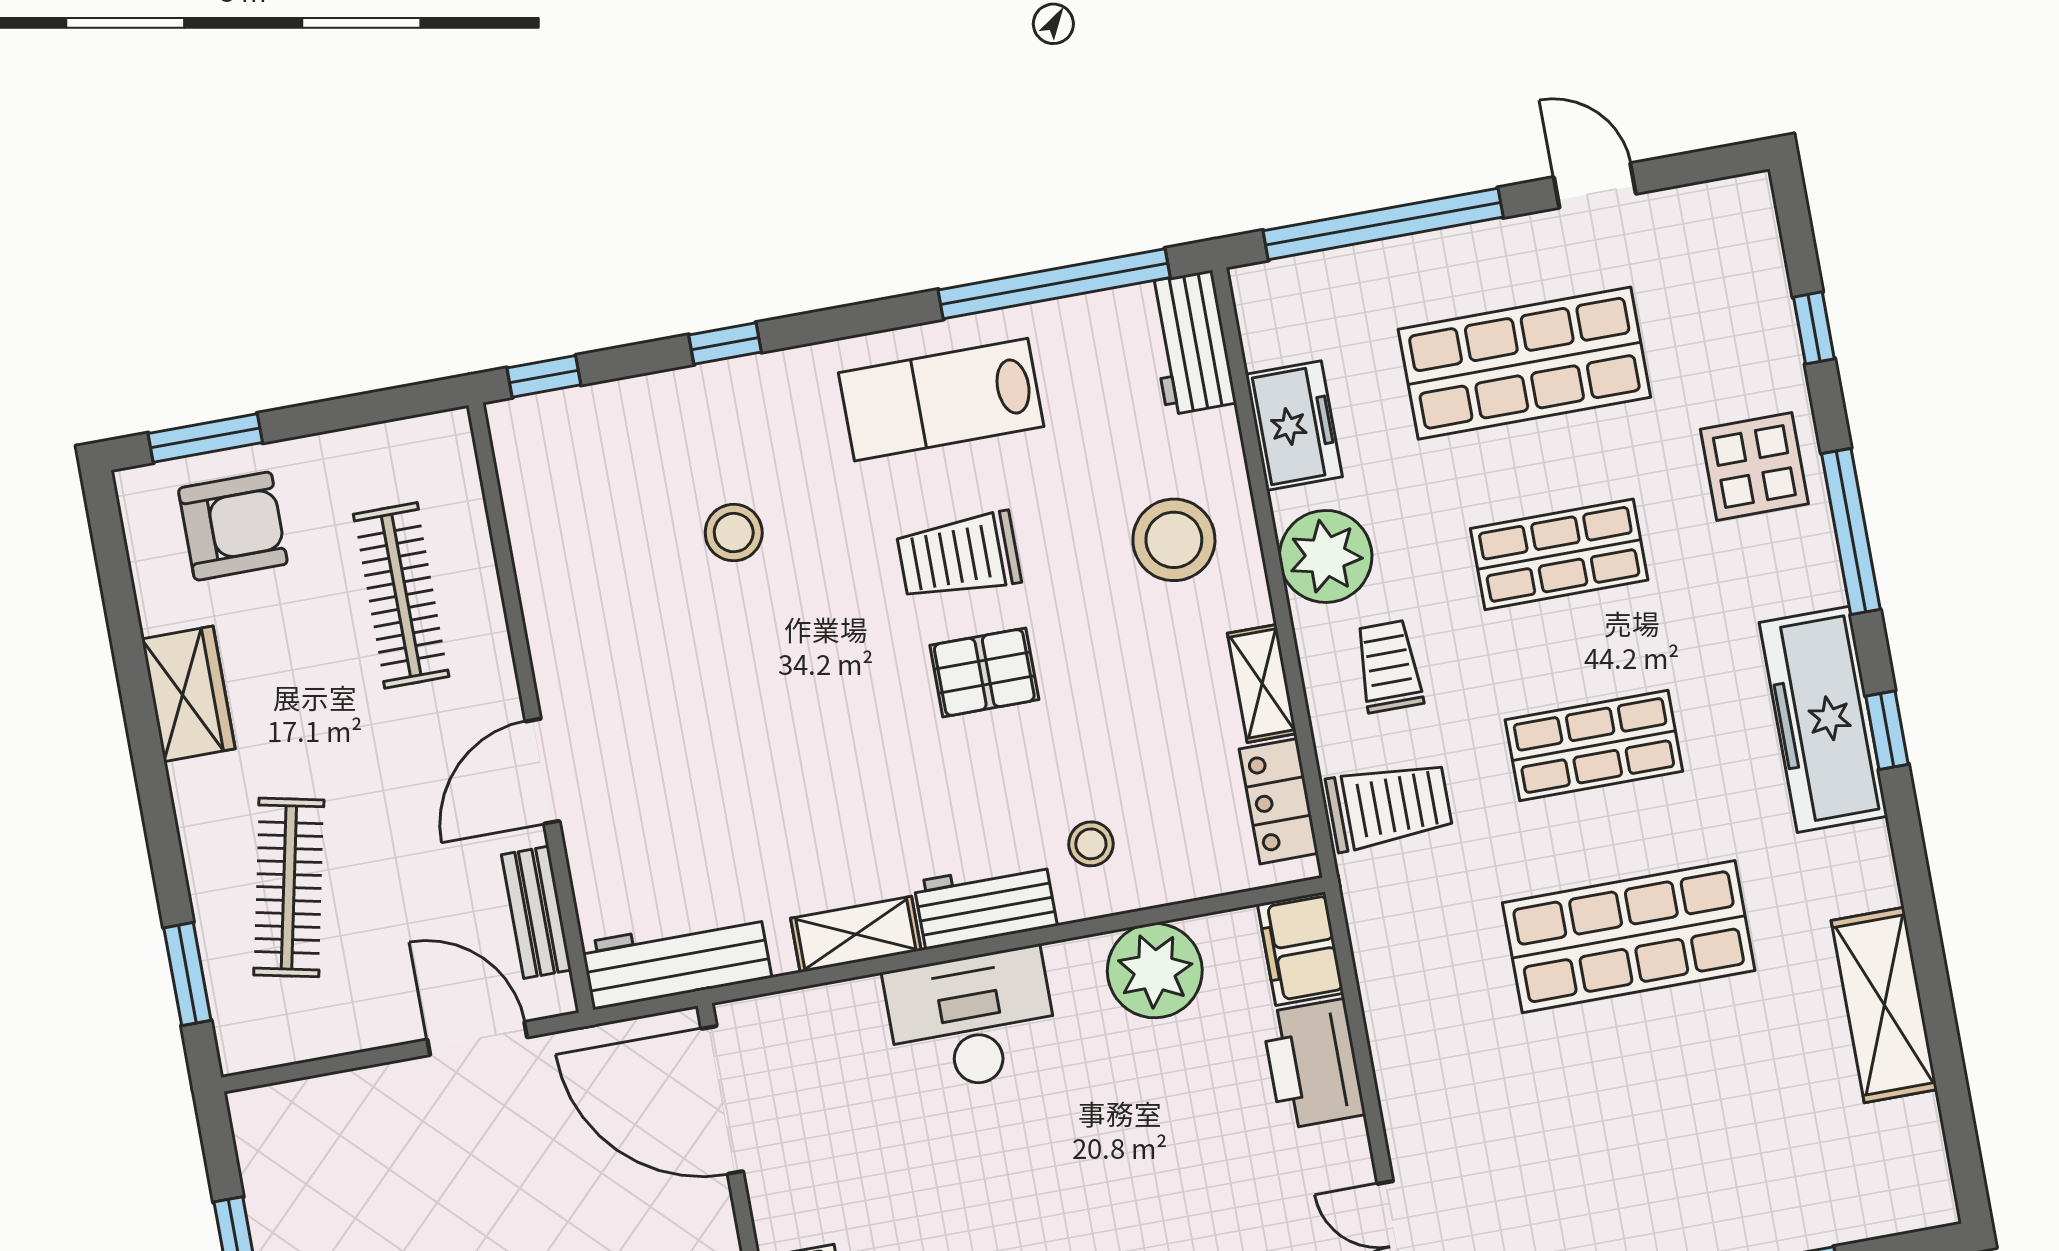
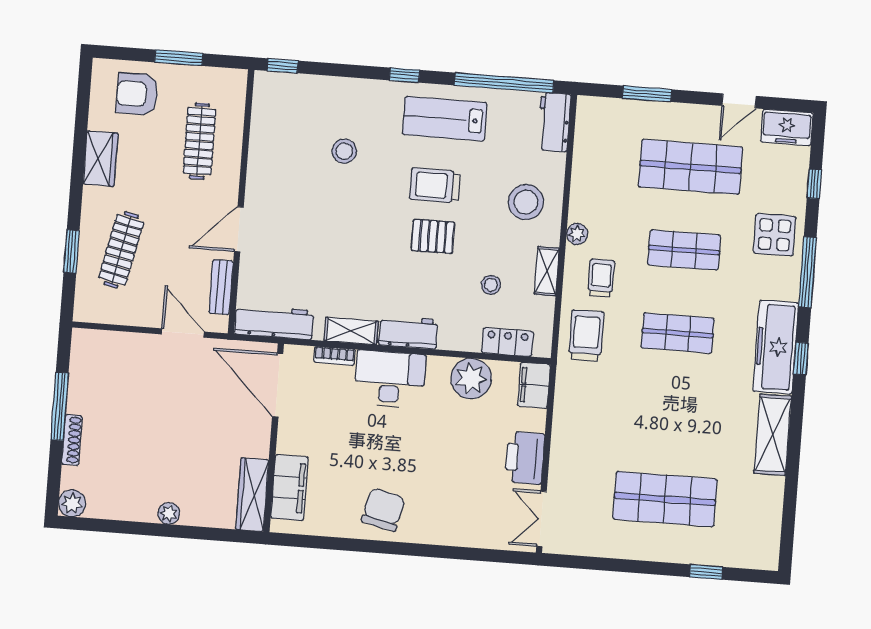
door: (1595, 185) -> (739, 101), swing flipped
window: (1383, 224) -> (647, 94), width x0.47
window: (725, 344) -> (404, 75), moved
freezer: (1294, 426) -> (787, 127), moved, turned 90
window: (205, 438) -> (179, 58), moved
armchair: (233, 526) -> (137, 94), turned 180
plant: (1326, 556) -> (577, 234), width x0.53, depth x0.53
locker: (1279, 801) -> (508, 342), moved, turned 90
trolley: (1389, 806) -> (586, 336), turned -90
stool: (1091, 844) -> (491, 285), moved
shop shelf: (1629, 937) -> (665, 499), moved
window: (187, 974) -> (72, 251), moved
bookcase: (833, 1000) -> (335, 356), added
shelving: (1884, 1005) -> (773, 435), moved
printer: (1313, 1064) -> (525, 458), moved

